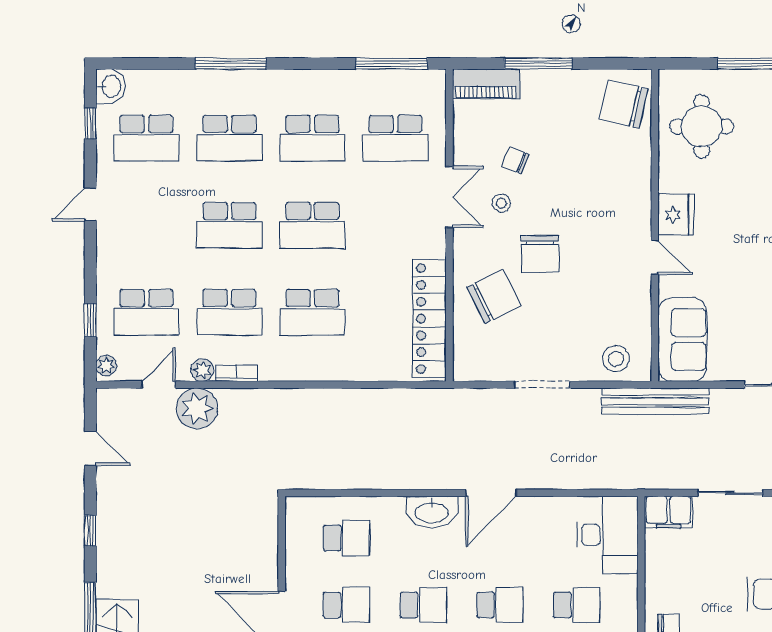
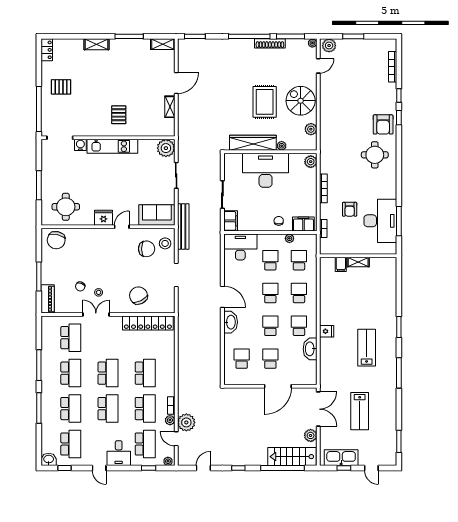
window: (392, 64) -> (39, 365), moved
desk: (125, 250) -> (119, 453), added
chair: (540, 254) -> (147, 249), moved

